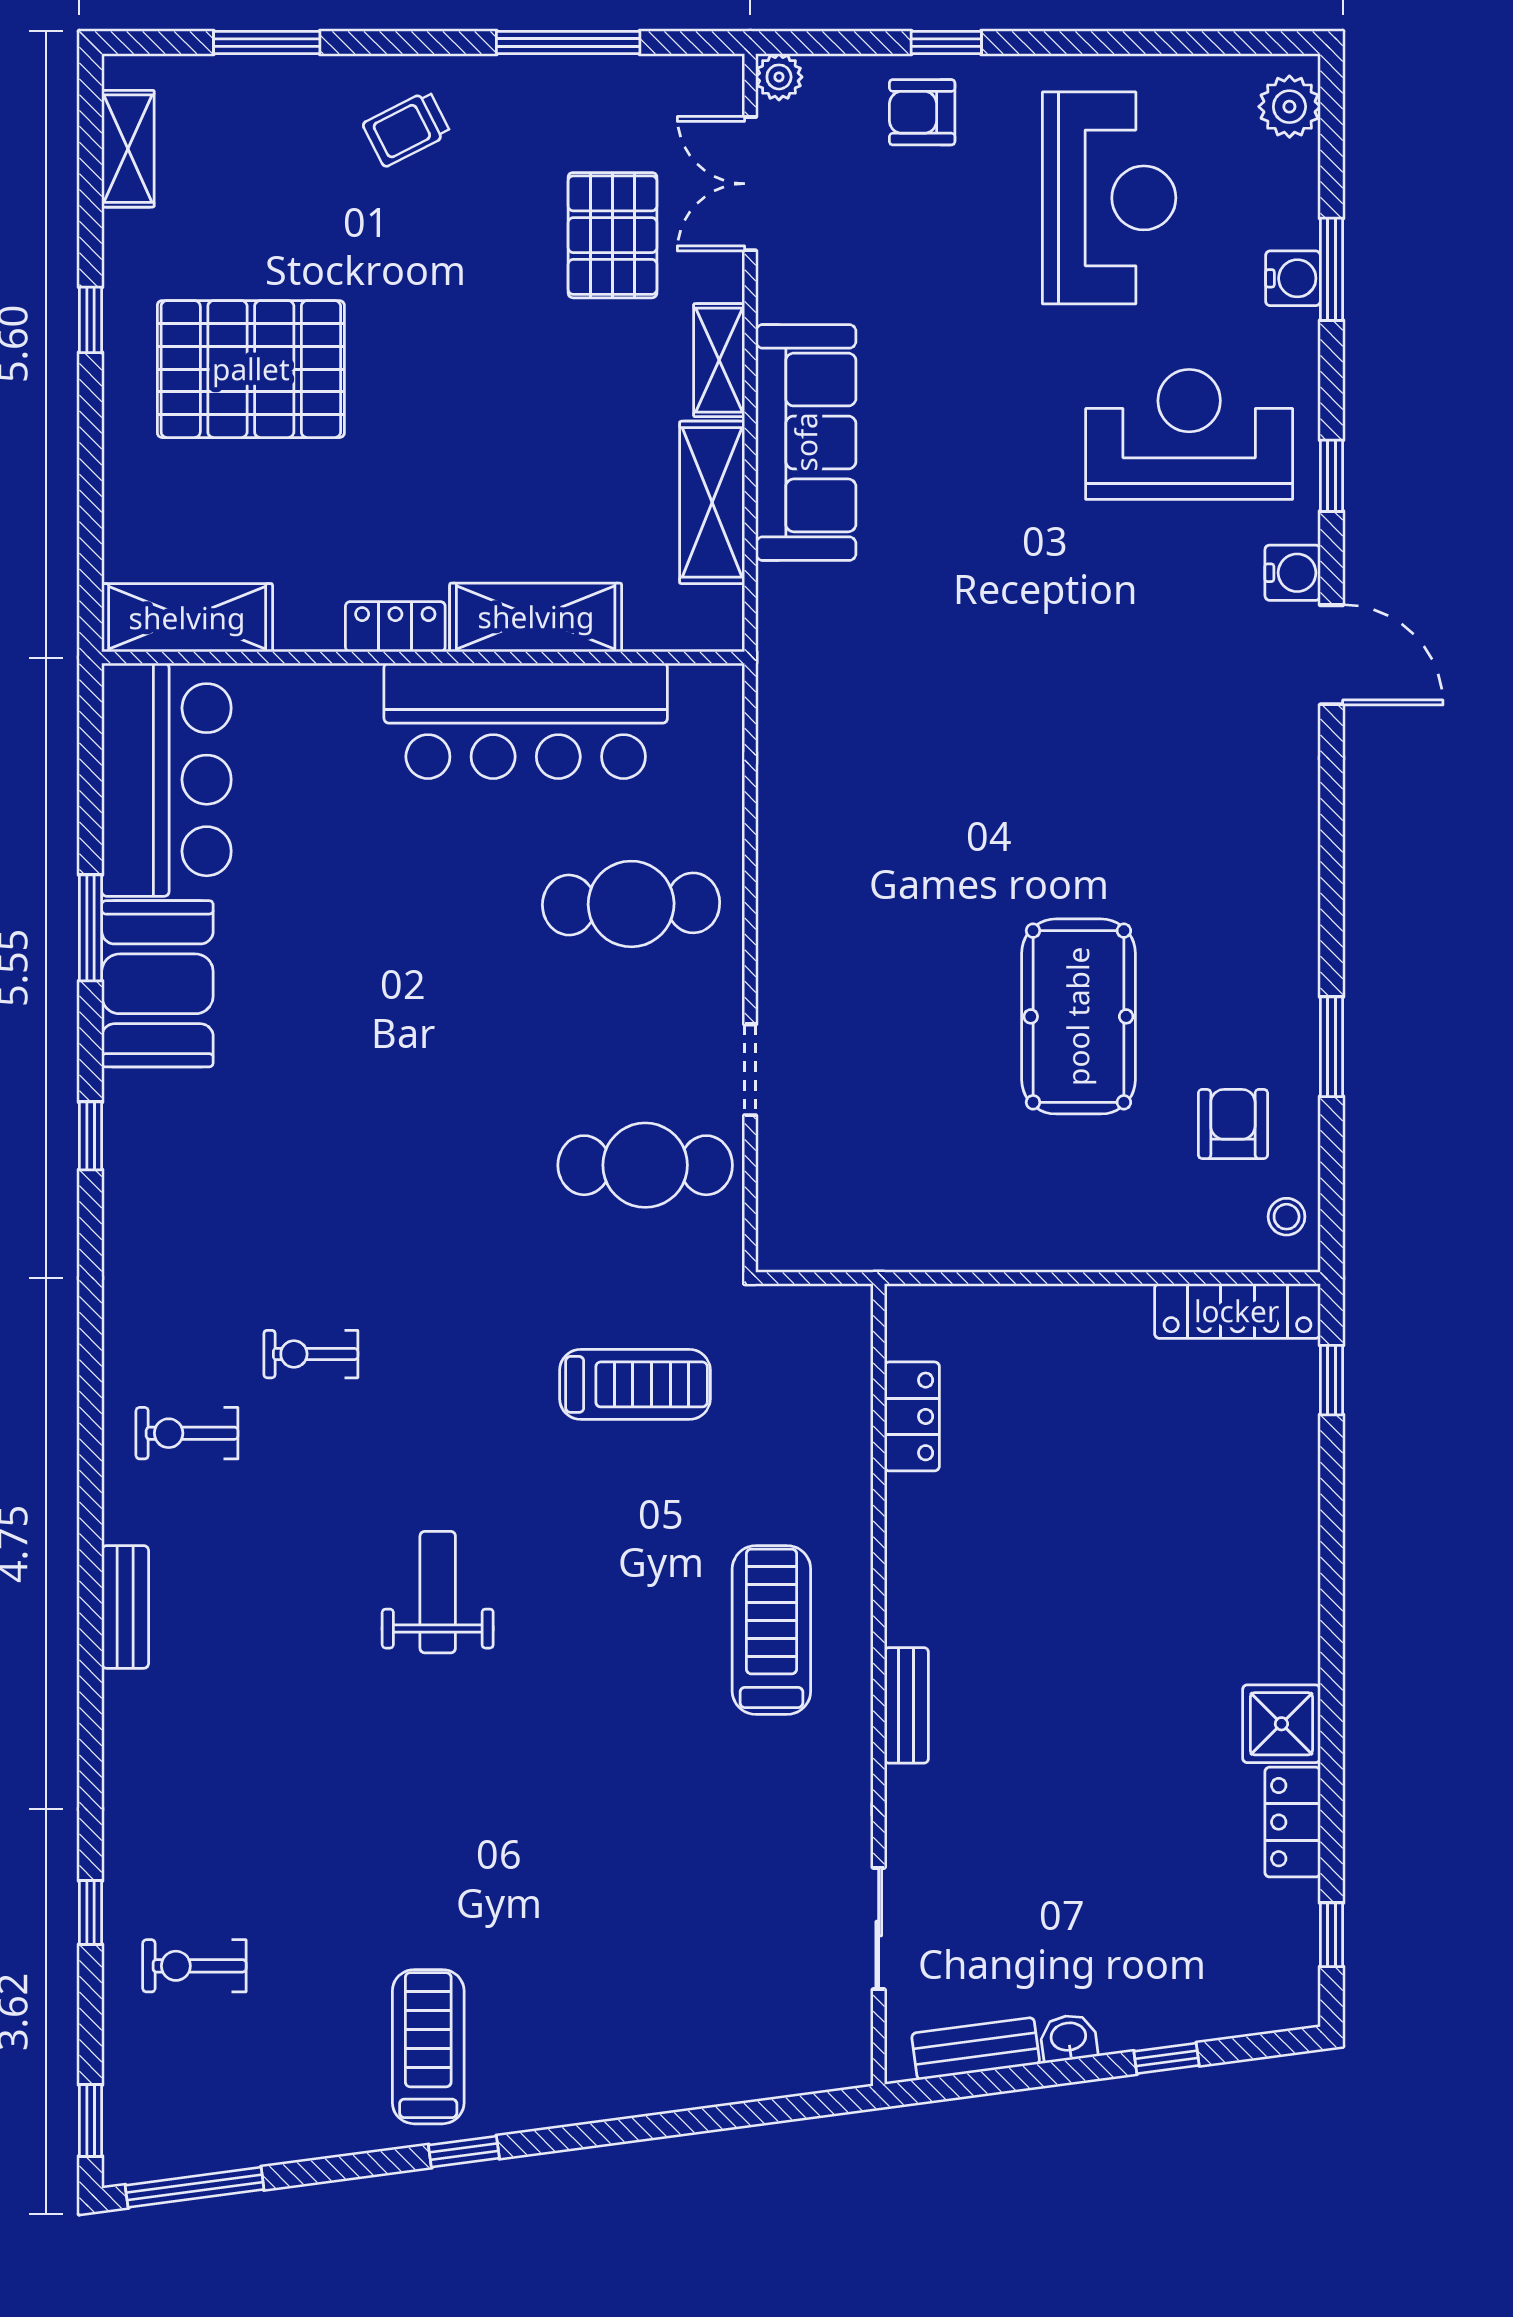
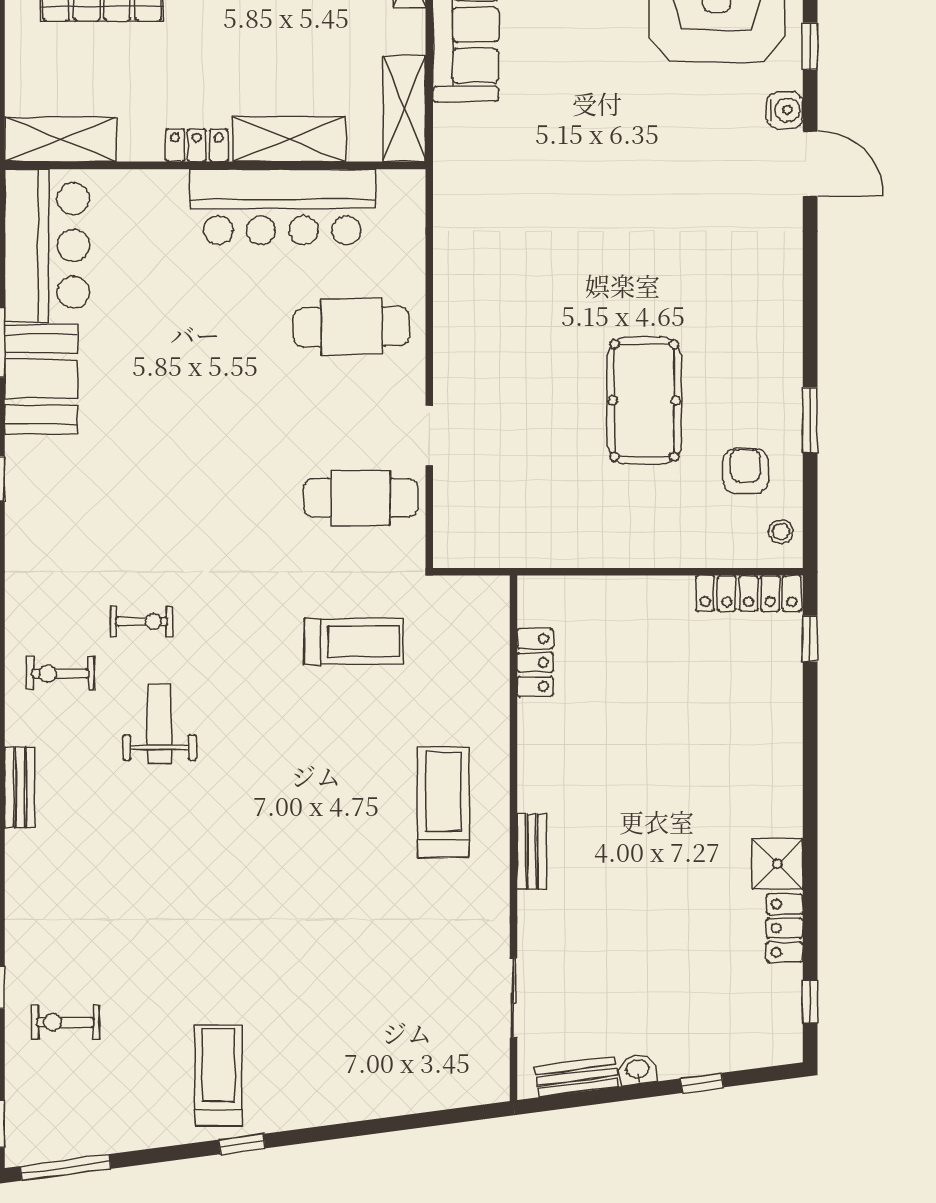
shelving: (712, 502) -> (404, 108), moved
exercise bike: (311, 1354) -> (142, 622), turned 180
weight bench: (438, 1592) -> (160, 724), moved

